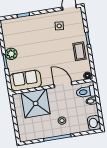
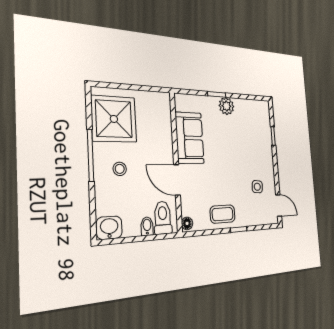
sofa: (25, 81) -> (190, 138), moved
door: (63, 85) -> (177, 180), swing flipped
shower: (36, 103) -> (114, 119), moved

